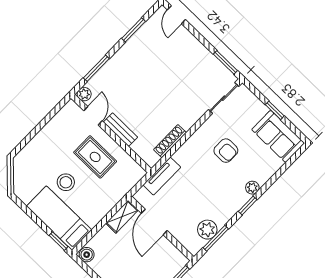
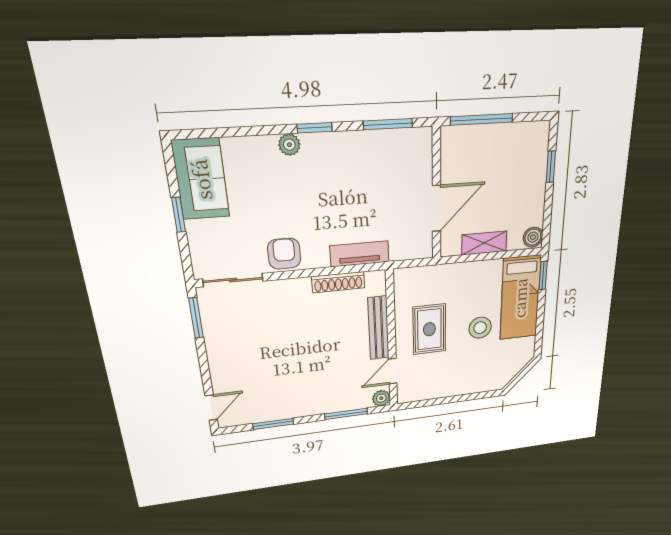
bench: (120, 130) -> (378, 328), width x1.36
armchair: (226, 151) -> (284, 254), moved
tv unit: (162, 176) -> (360, 254), moved
shelving: (122, 217) -> (484, 243), moved
plant: (207, 230) -> (388, 144), removed

